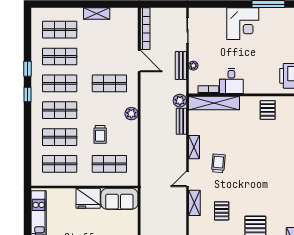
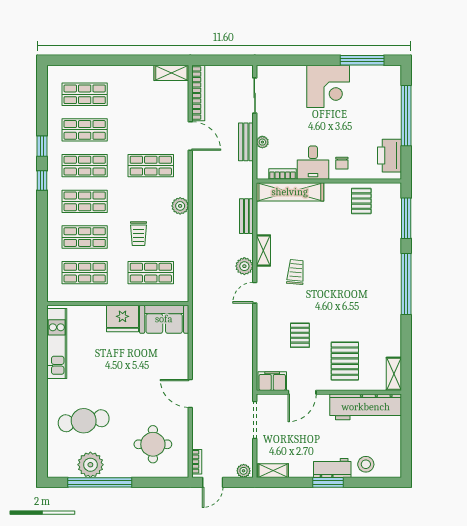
shelving: (97, 14) -> (171, 73), moved
chair: (253, 81) -> (342, 163), added
plant: (180, 101) -> (244, 266), moved
shelving: (194, 203) -> (264, 325), removed

